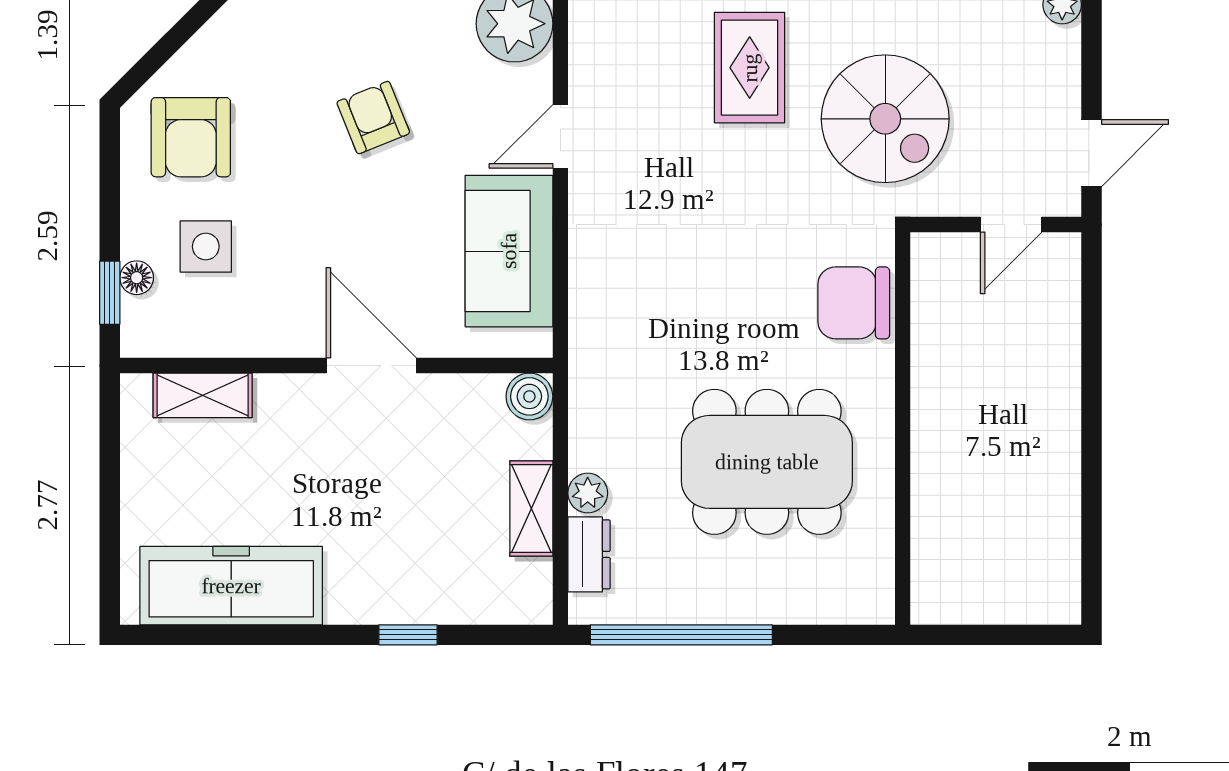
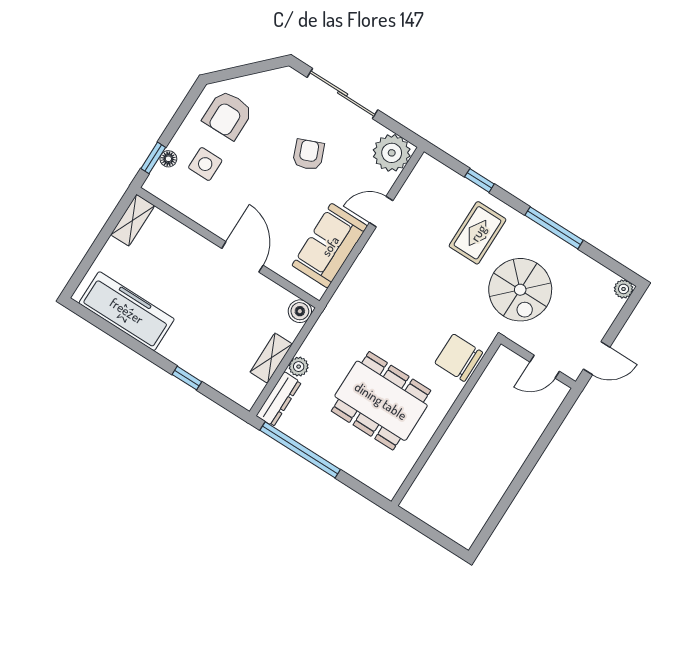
shelving: (203, 395) -> (133, 220), moved, turned 90
dresser: (589, 554) -> (279, 399), width x1.44

